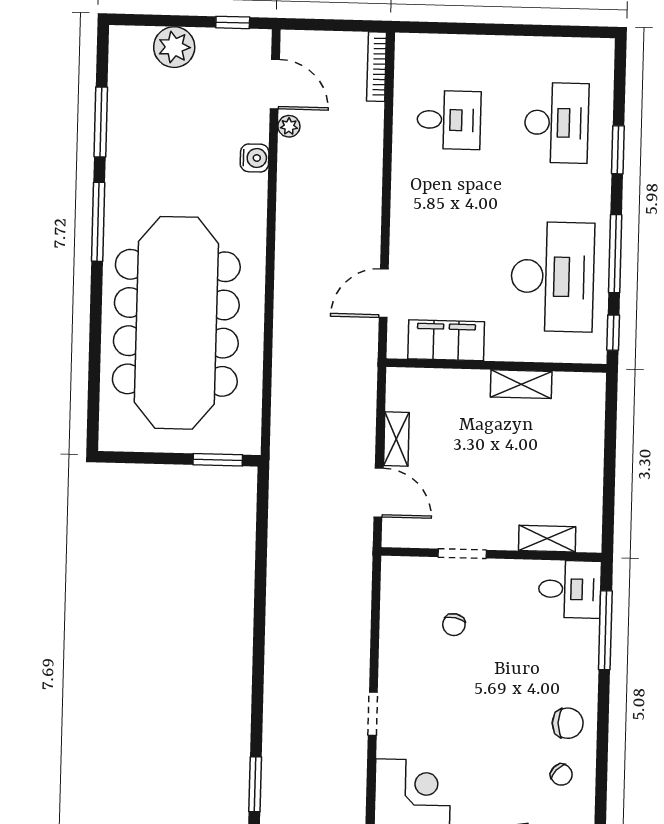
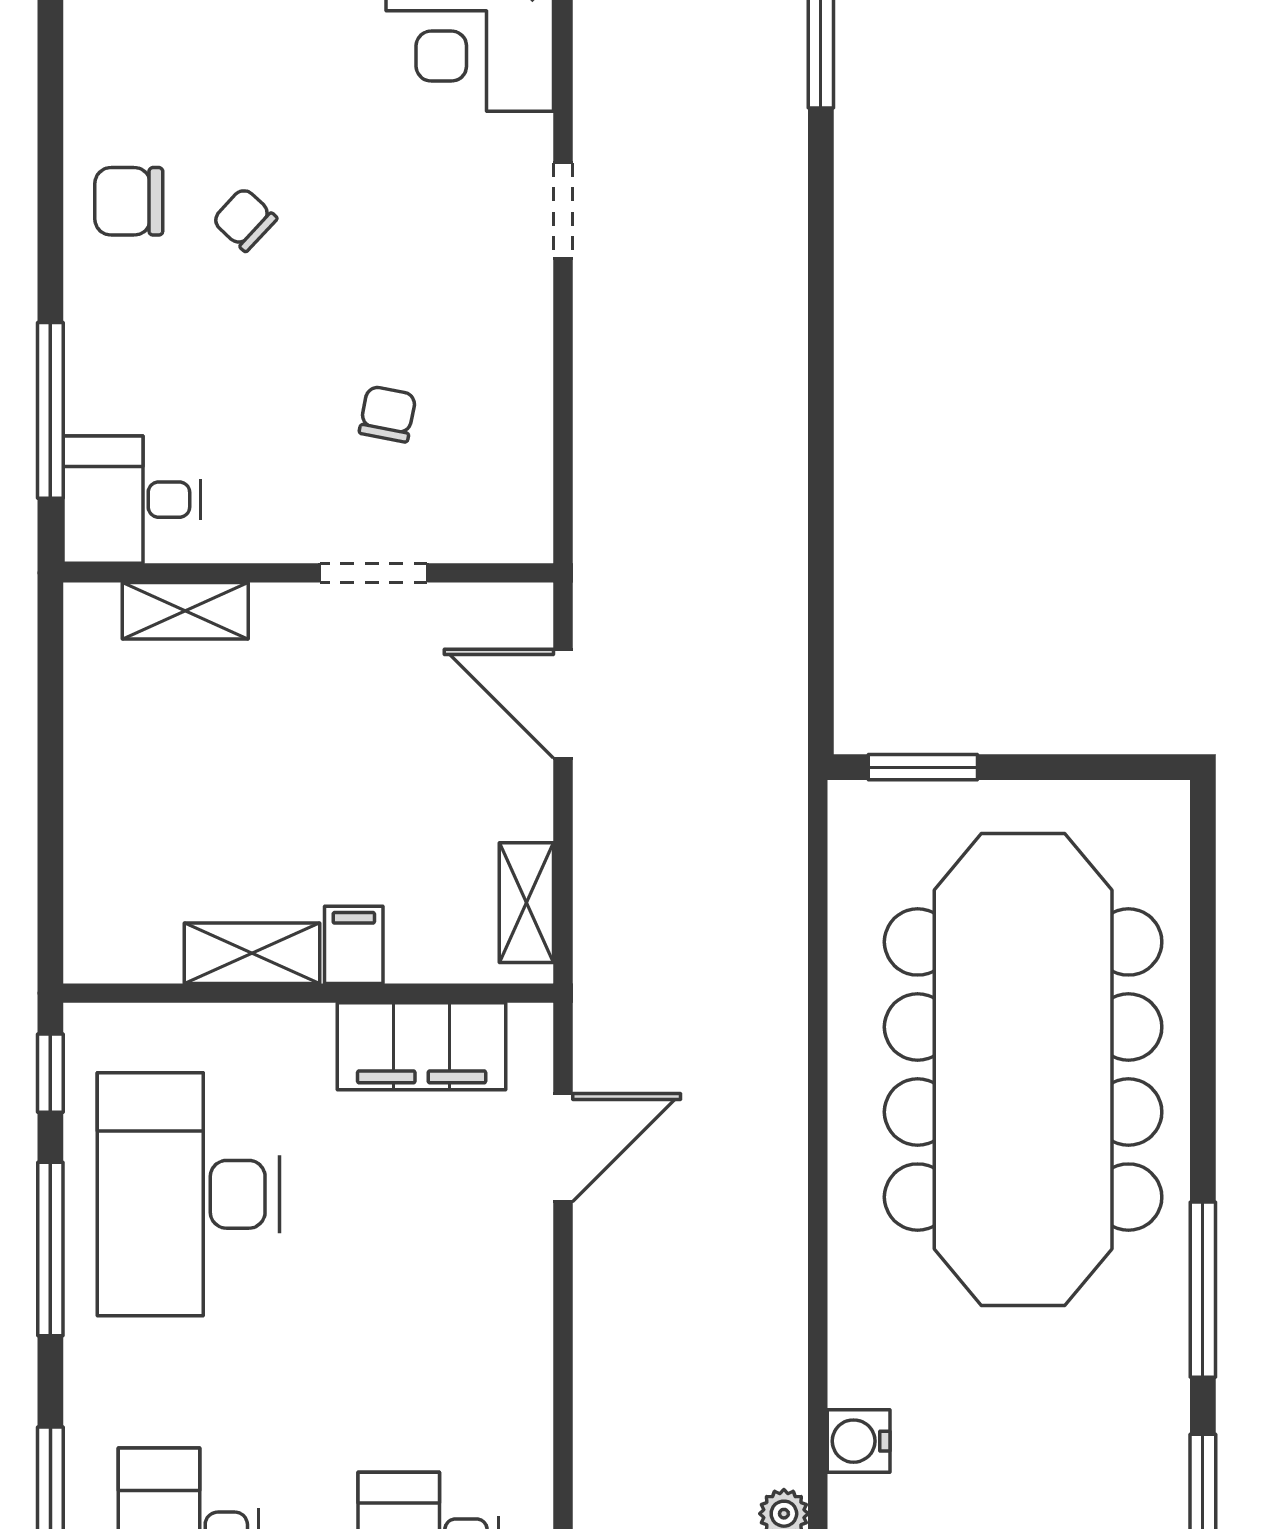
filing cabinet: (475, 387) -> (354, 945), added
shelving: (396, 439) -> (526, 903), moved
chair: (561, 775) -> (245, 219), moved

